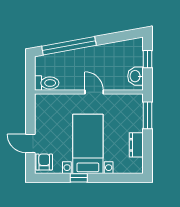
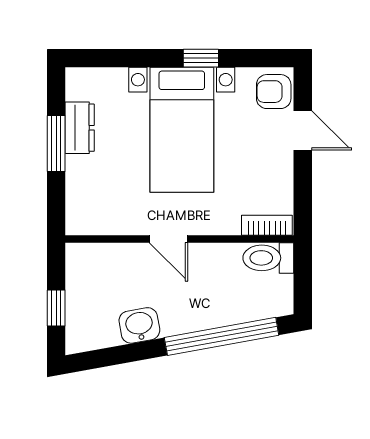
washbasin: (135, 76) -> (139, 325), moved, turned -100
bookcase: (47, 99) -> (267, 225), added
window: (148, 115) -> (56, 144), moved
armchair: (44, 162) -> (274, 92), turned 90

